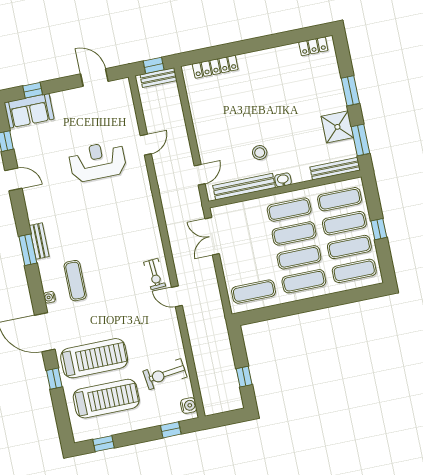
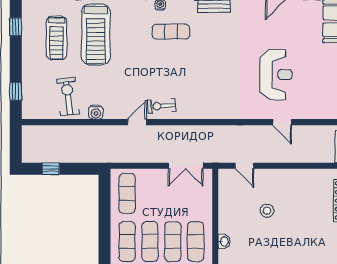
stool: (260, 153) -> (267, 211), moved
bench: (244, 187) -> (225, 204), removed
double door: (212, 236) -> (186, 166), swing flipped
treadmill: (106, 399) -> (57, 38), width x0.73, depth x0.73
water cooler: (189, 406) -> (96, 112), moved

